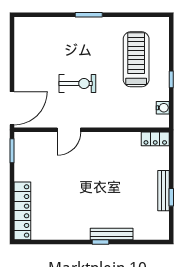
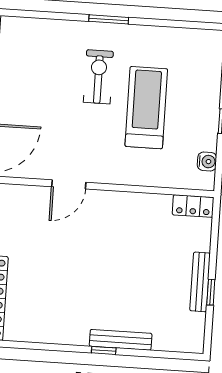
treadmill: (136, 59) -> (146, 108), moved
exercise bike: (77, 83) -> (98, 77), moved, turned -90

